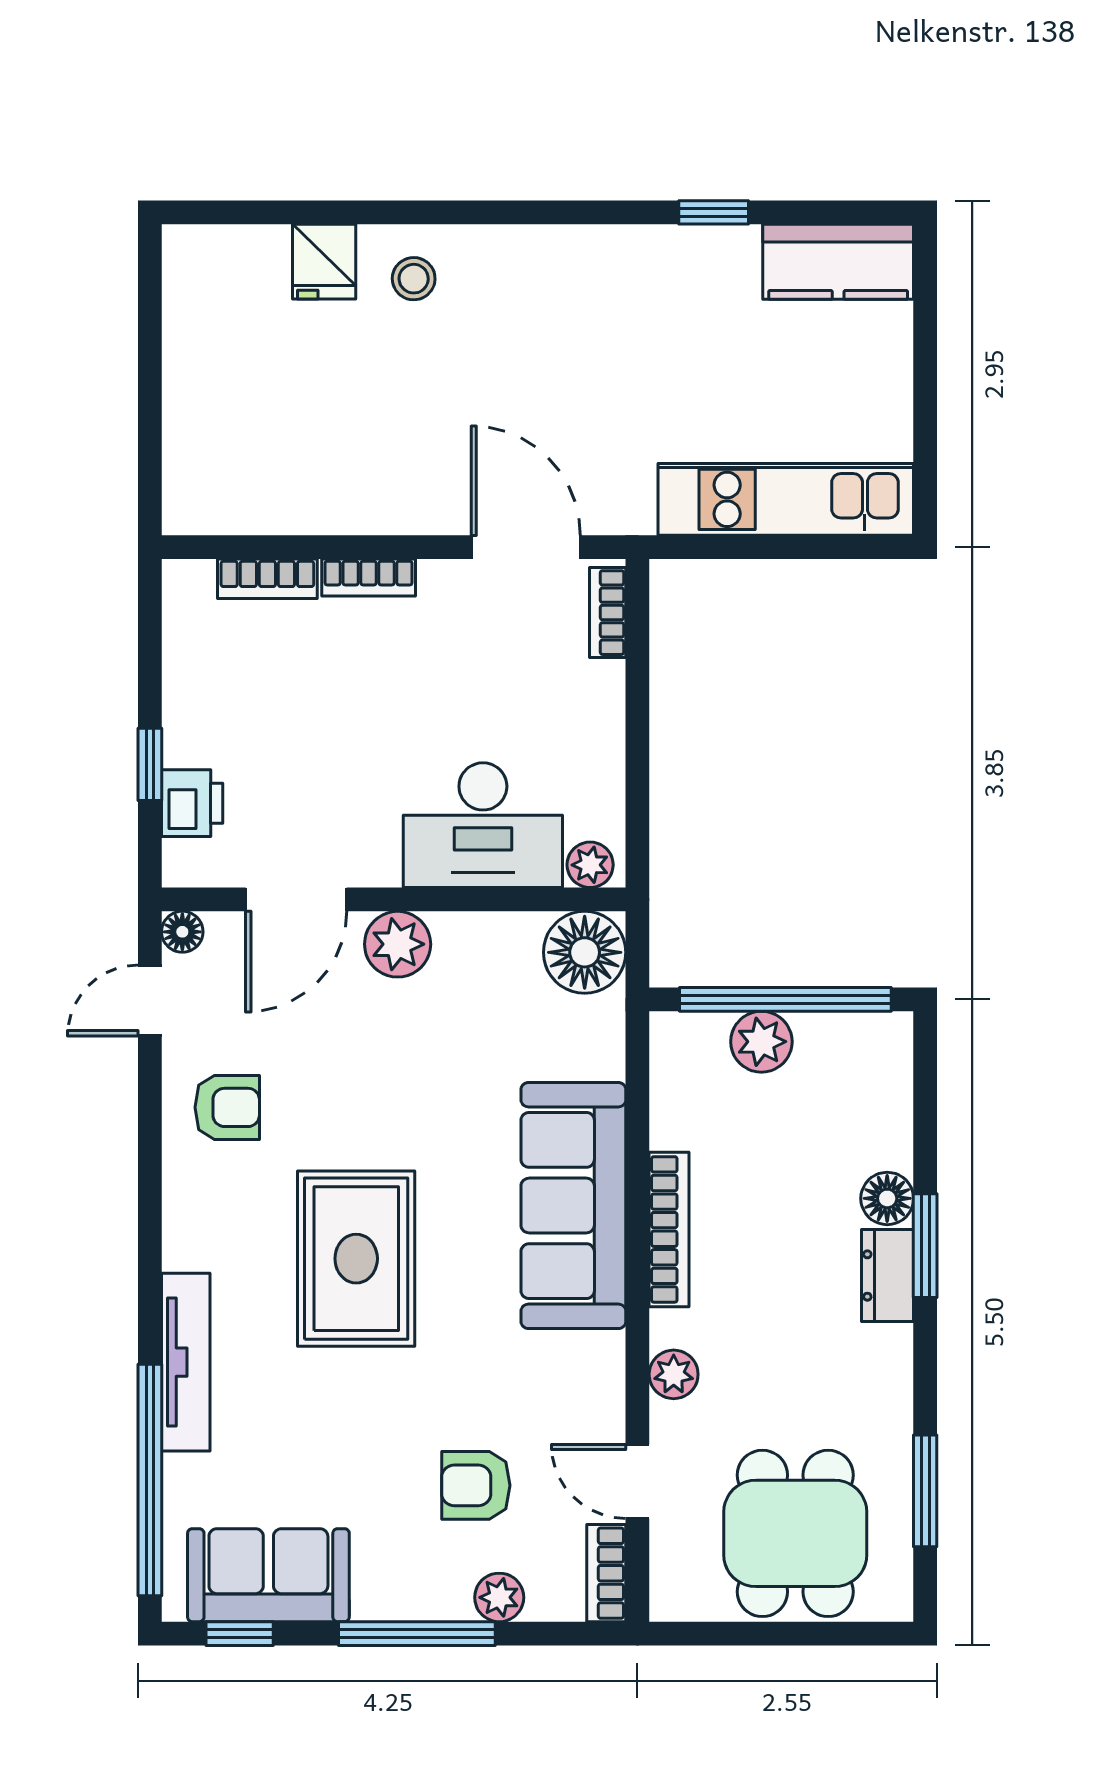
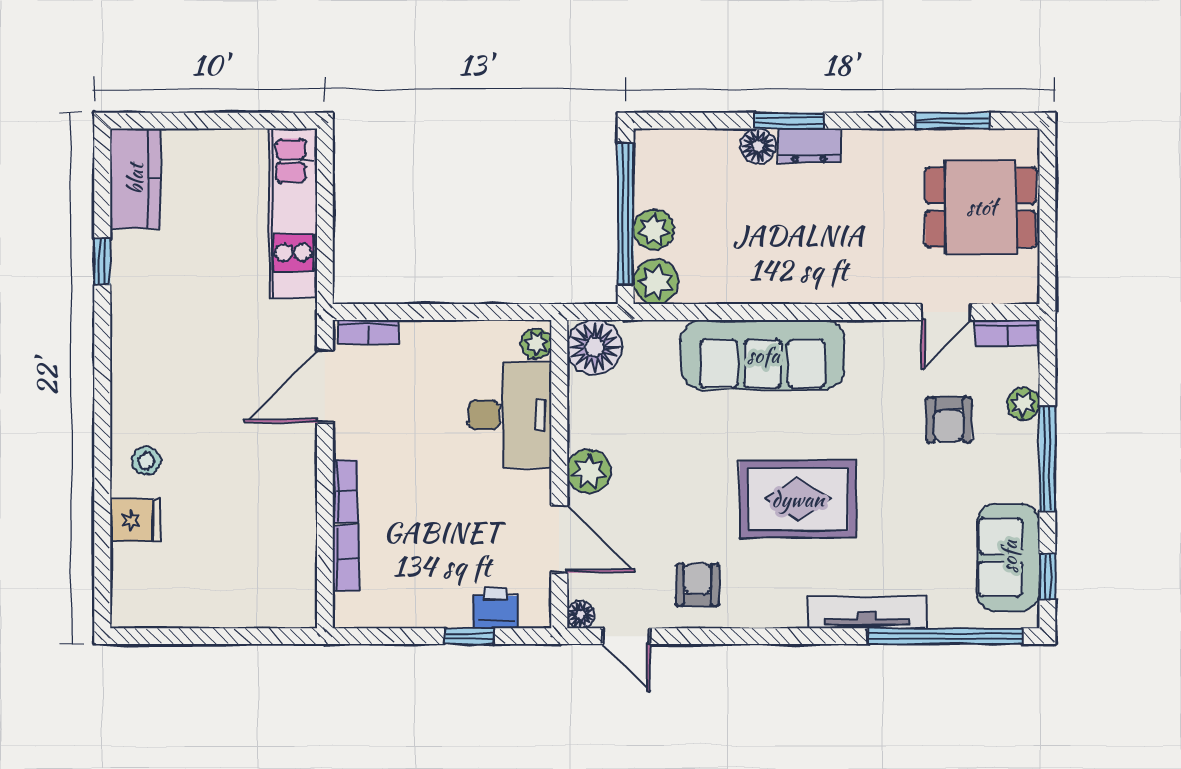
bookcase: (669, 1229) -> (779, 291), removed
plant: (674, 1374) -> (656, 282), moved, width x1.38, depth x1.38

